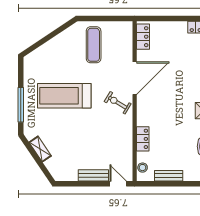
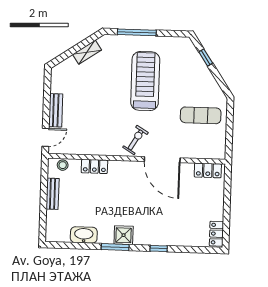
window: (41, 42) -> (206, 57), added

